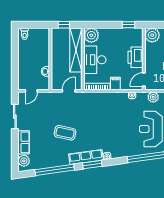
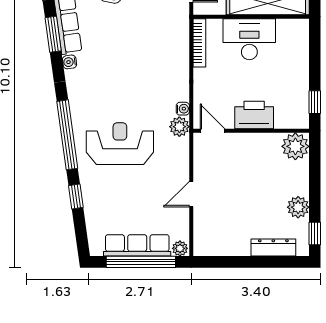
plant: (91, 35) -> (295, 32), removed
filing cabinet: (115, 83) -> (205, 78), removed
plant: (153, 97) -> (179, 127), moved

